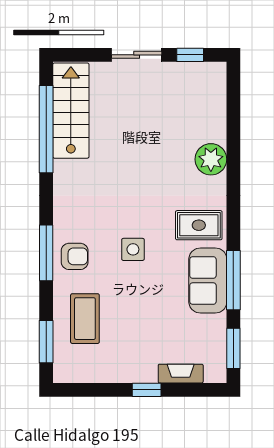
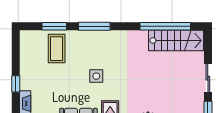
armchair: (75, 256) -> (92, 43), removed
coffee table: (85, 319) -> (57, 49), turned 90
window: (46, 342) -> (54, 26), moved

